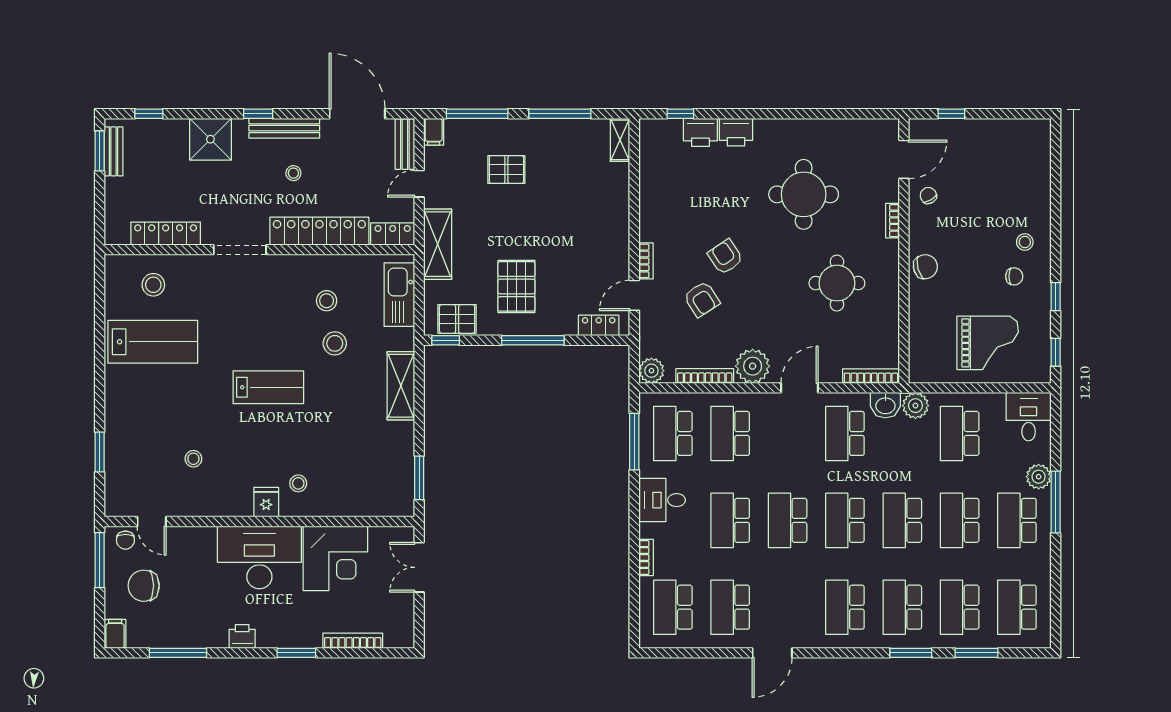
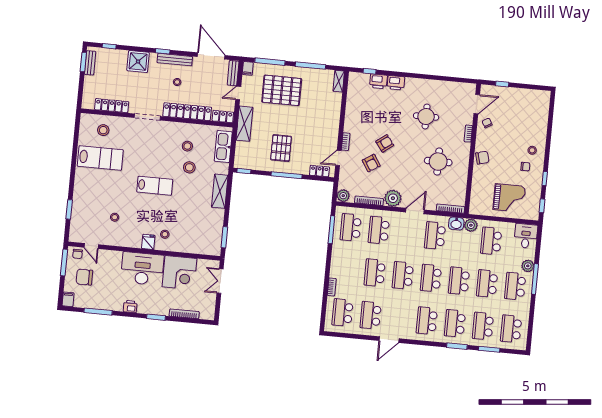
pallet: (506, 170) -> (282, 90), width x2.05, depth x2.00
round table: (804, 194) -> (426, 117), width x0.73, depth x0.73
armchair: (725, 257) -> (385, 143), turned 87
pallet: (457, 319) -> (250, 161), removed
desk: (662, 500) -> (342, 260), removed

